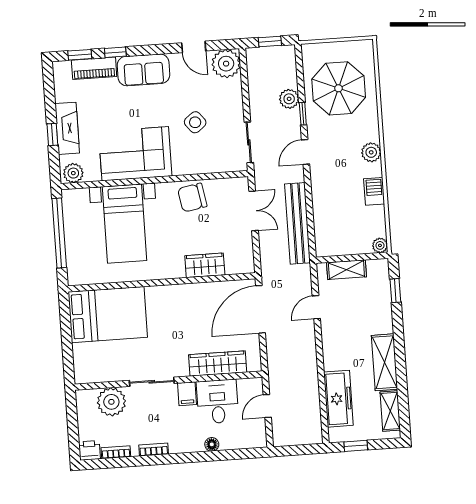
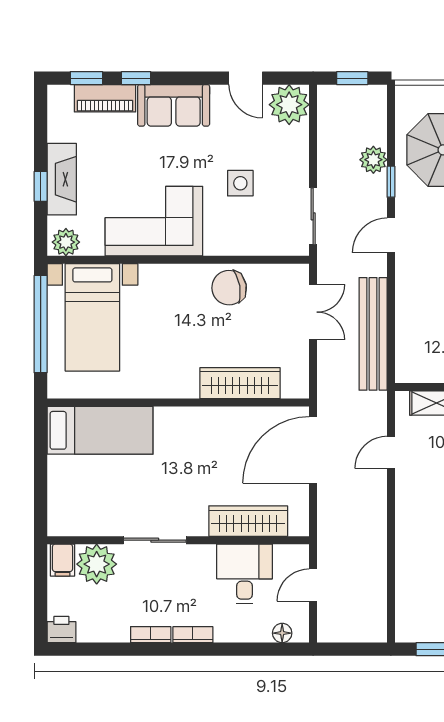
side table: (195, 122) -> (240, 183), turned 38
bed with nightstands: (125, 224) -> (92, 317), moved
wardrobe: (205, 265) -> (240, 383), width x1.50
bed: (108, 315) -> (100, 430), width x0.67
filing cabinet: (187, 394) -> (63, 560), moved
freezer: (338, 399) -> (413, 582), removed
floor lamp: (212, 444) -> (282, 633), moved
bookcase: (116, 452) -> (193, 635), moved

